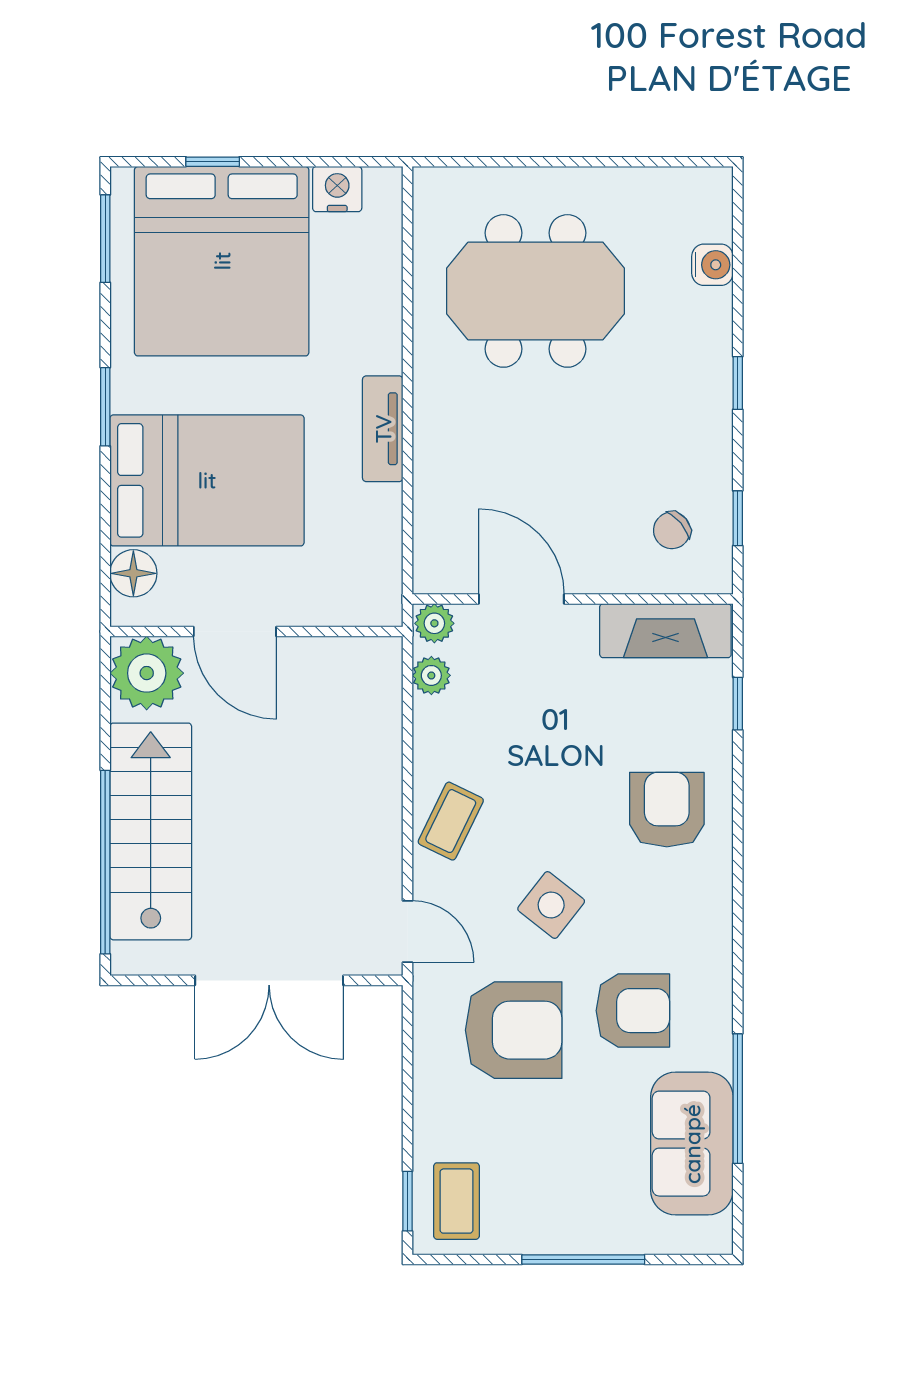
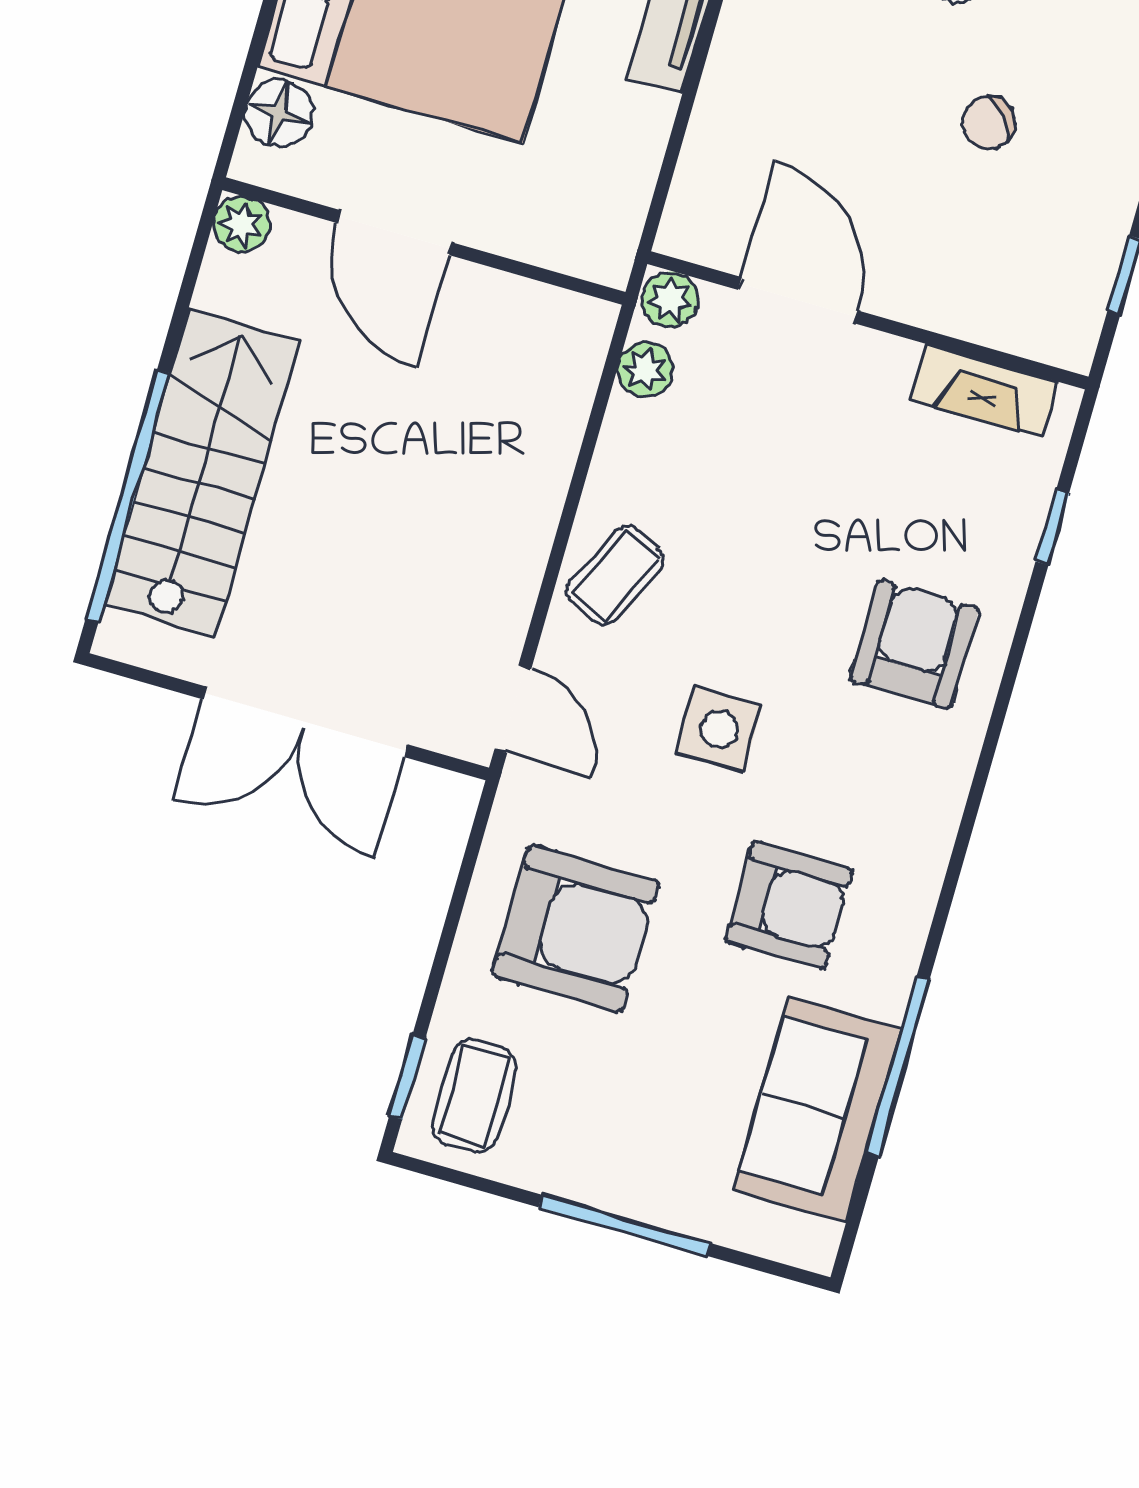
chair: (672, 530) -> (989, 123), moved
fireplace: (665, 631) -> (985, 391), width x0.73, depth x0.76
plant: (147, 673) -> (241, 225), width x0.53, depth x0.53
side table: (551, 905) -> (719, 729), turned -38
armchair: (514, 1030) -> (576, 928), moved

